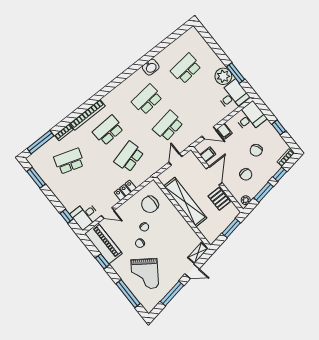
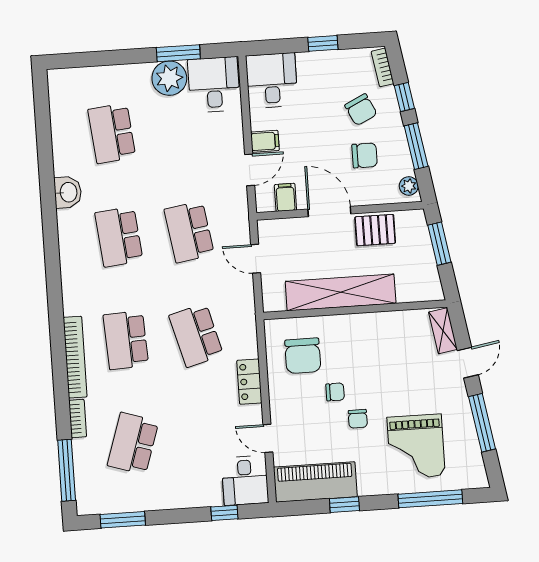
chair: (256, 150) -> (361, 110), moved
door: (108, 213) -> (268, 438), swing flipped
grand piano: (145, 274) -> (416, 447), turned 55

